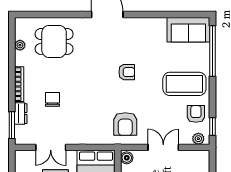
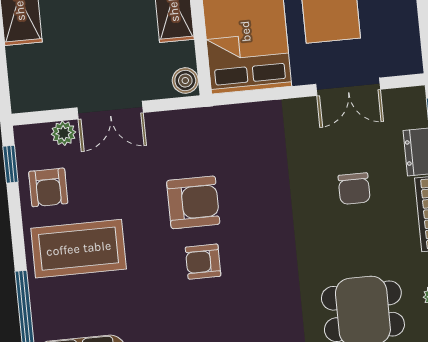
armchair: (125, 124) -> (193, 202), moved, turned 90
plant: (198, 139) -> (64, 133), moved
double door: (51, 147) -> (348, 87), swing flipped

